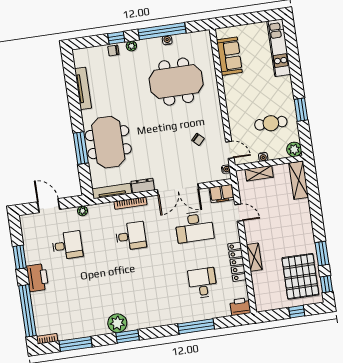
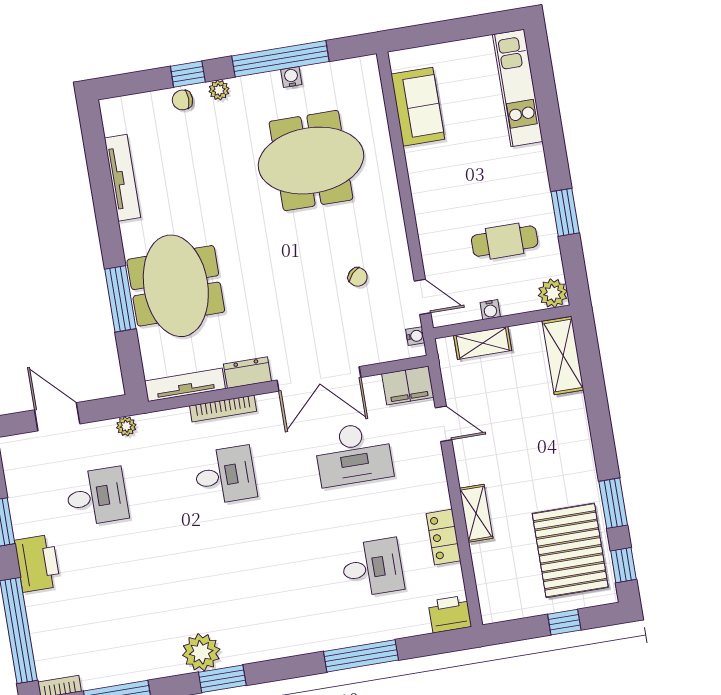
locker: (237, 262) -> (443, 537), width x0.66
desk: (203, 283) -> (372, 568), turned 90

